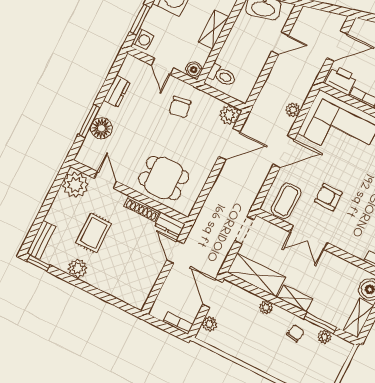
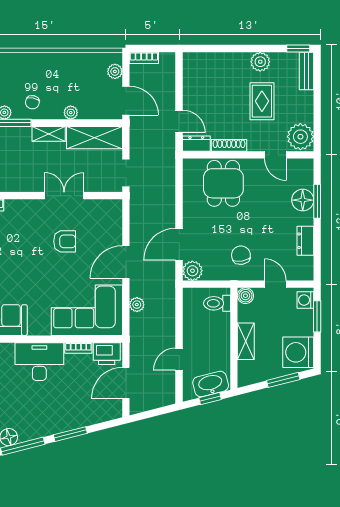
dining table: (164, 178) -> (223, 183), turned 90
coffee table: (286, 201) -> (101, 219), removed

